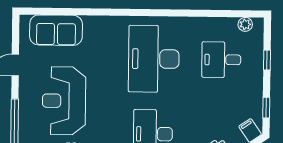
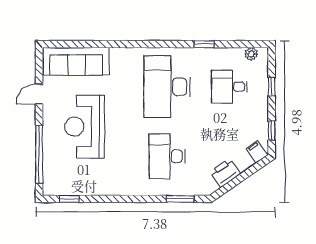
window: (195, 13) -> (204, 44), added
sofa: (56, 30) -> (76, 61), width x1.36

